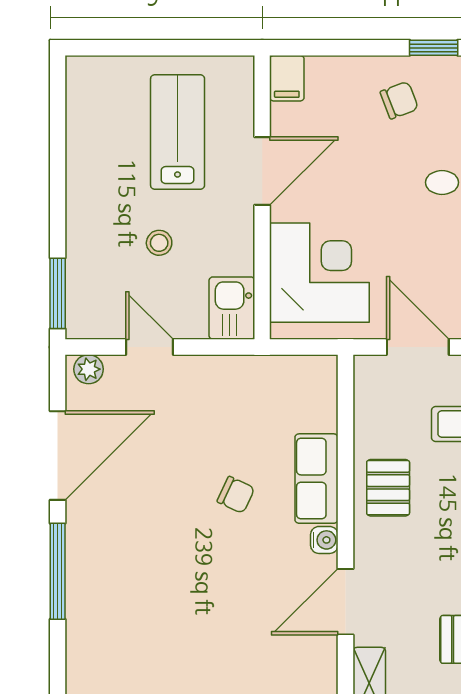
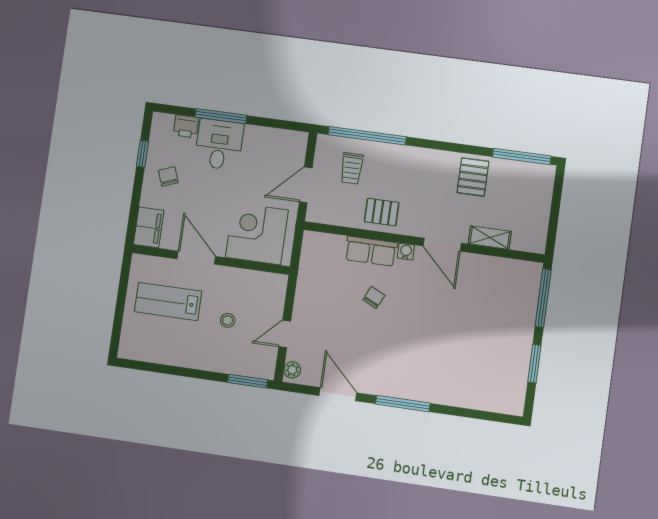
filing cabinet: (287, 78) -> (149, 227), width x2.00
kitchen sink: (232, 308) -> (270, 285), removed
door: (58, 455) -> (338, 394), width x0.73

